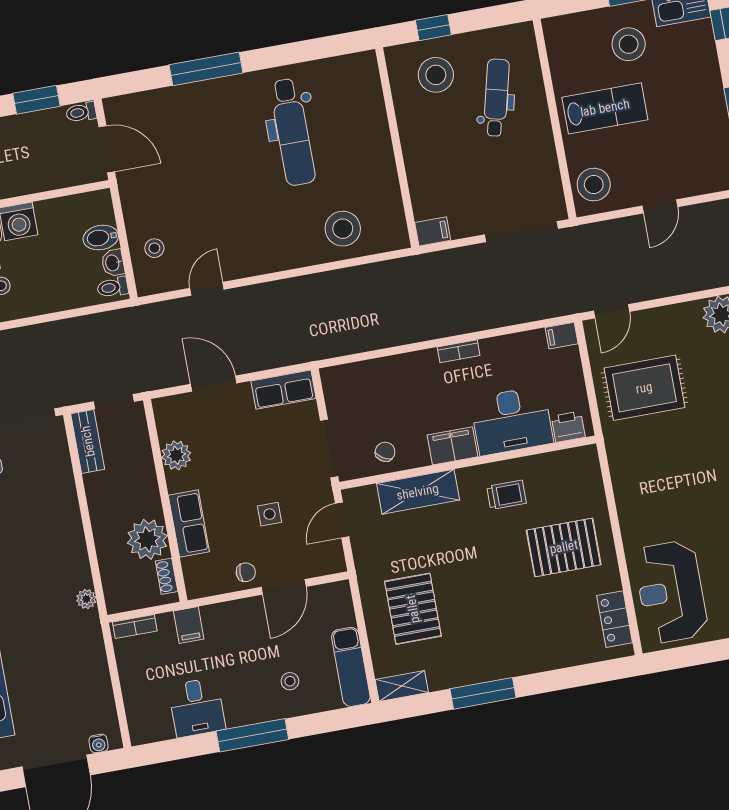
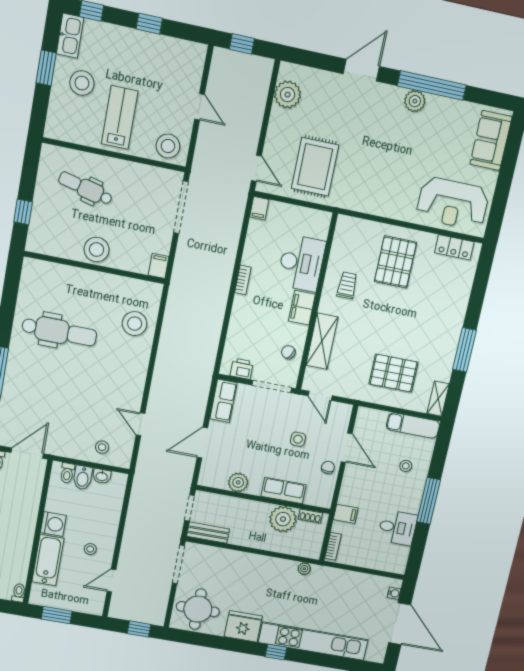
stool: (436, 75) -> (97, 250), moved
toilet: (113, 287) -> (67, 473), moved
printer: (568, 427) -> (242, 369), moved, turned 90

